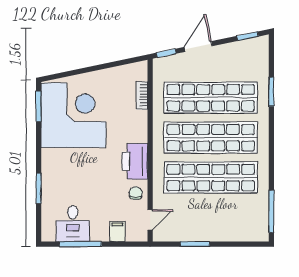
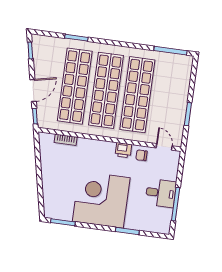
door: (198, 47) -> (33, 90), swing flipped
corner desk: (73, 115) -> (101, 200), moved
printer: (135, 161) -> (123, 150), width x0.53, depth x0.68
desk: (73, 224) -> (161, 193), moved
filing cabinet: (117, 231) -> (170, 174), removed

